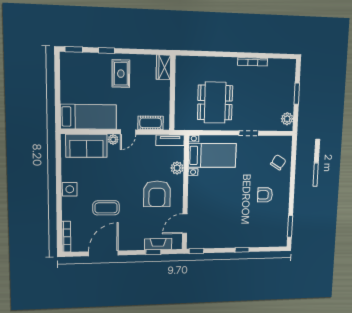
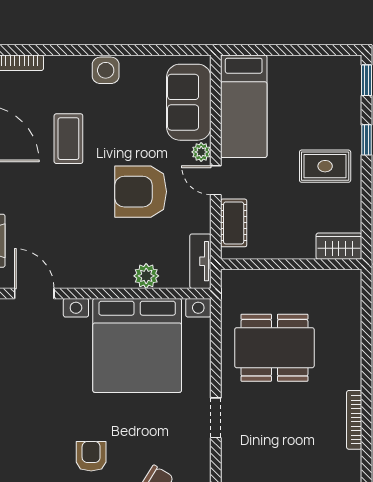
bed with nightstands: (212, 155) -> (137, 345), width x1.85
armchair: (157, 194) -> (141, 192), moved

